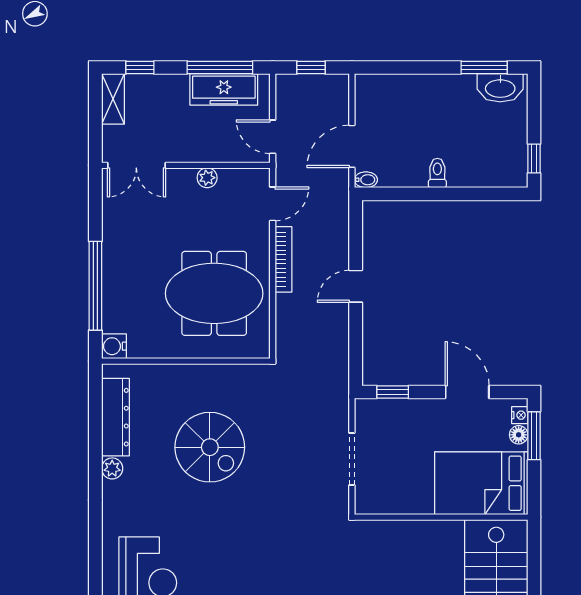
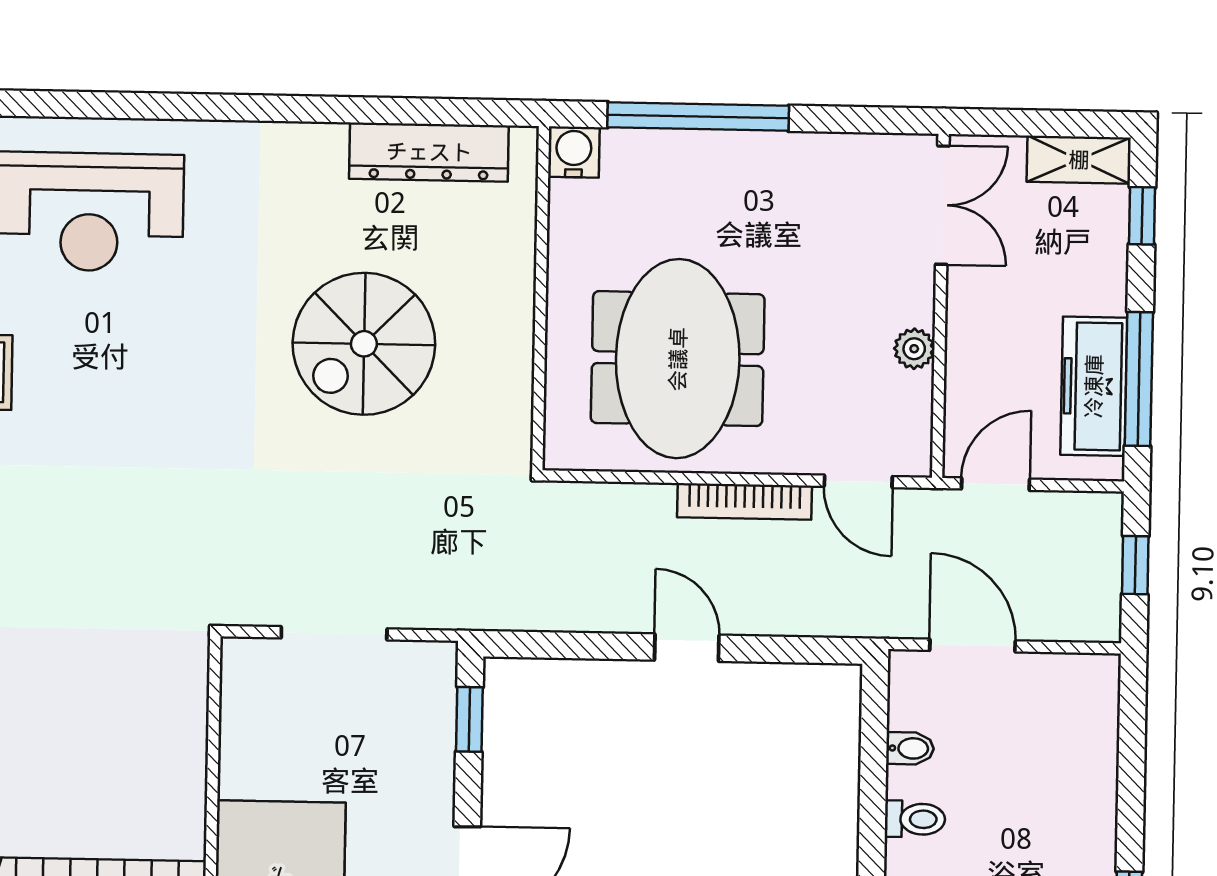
double door: (136, 165) -> (942, 205), swing flipped
bidet: (366, 180) -> (910, 748), moved, turned -90
plant: (112, 468) -> (324, 143), removed

